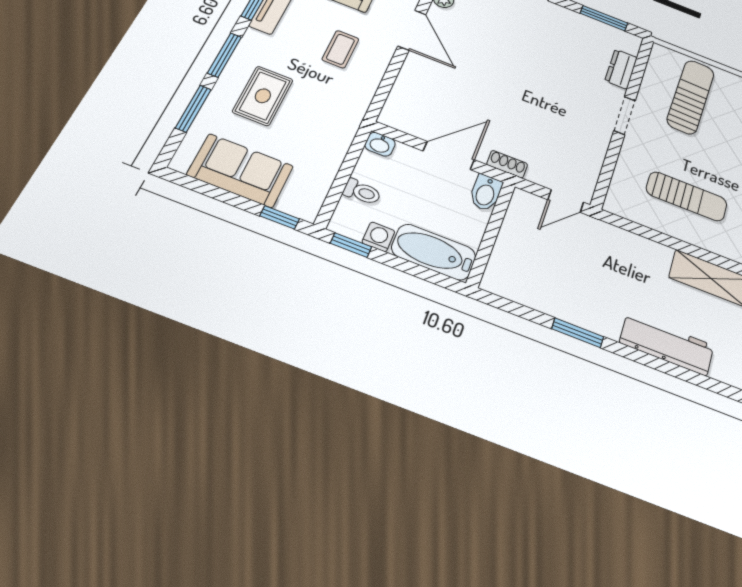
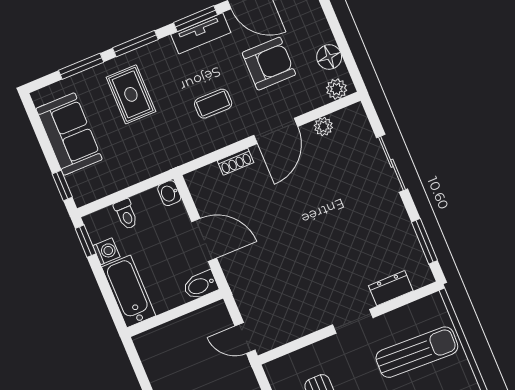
rug: (263, 96) -> (131, 94), turned 90
shoe rack: (507, 164) -> (235, 162), moved, turned 90

